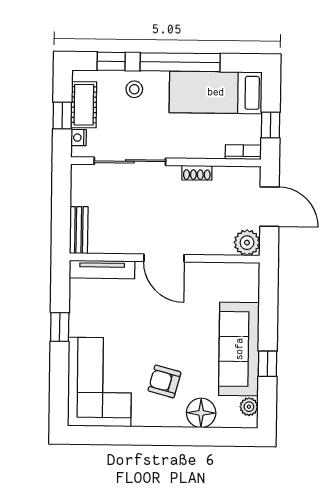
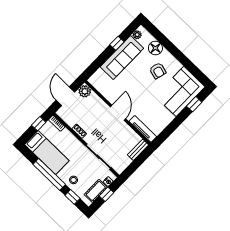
window: (60, 327) -> (194, 104), moved

